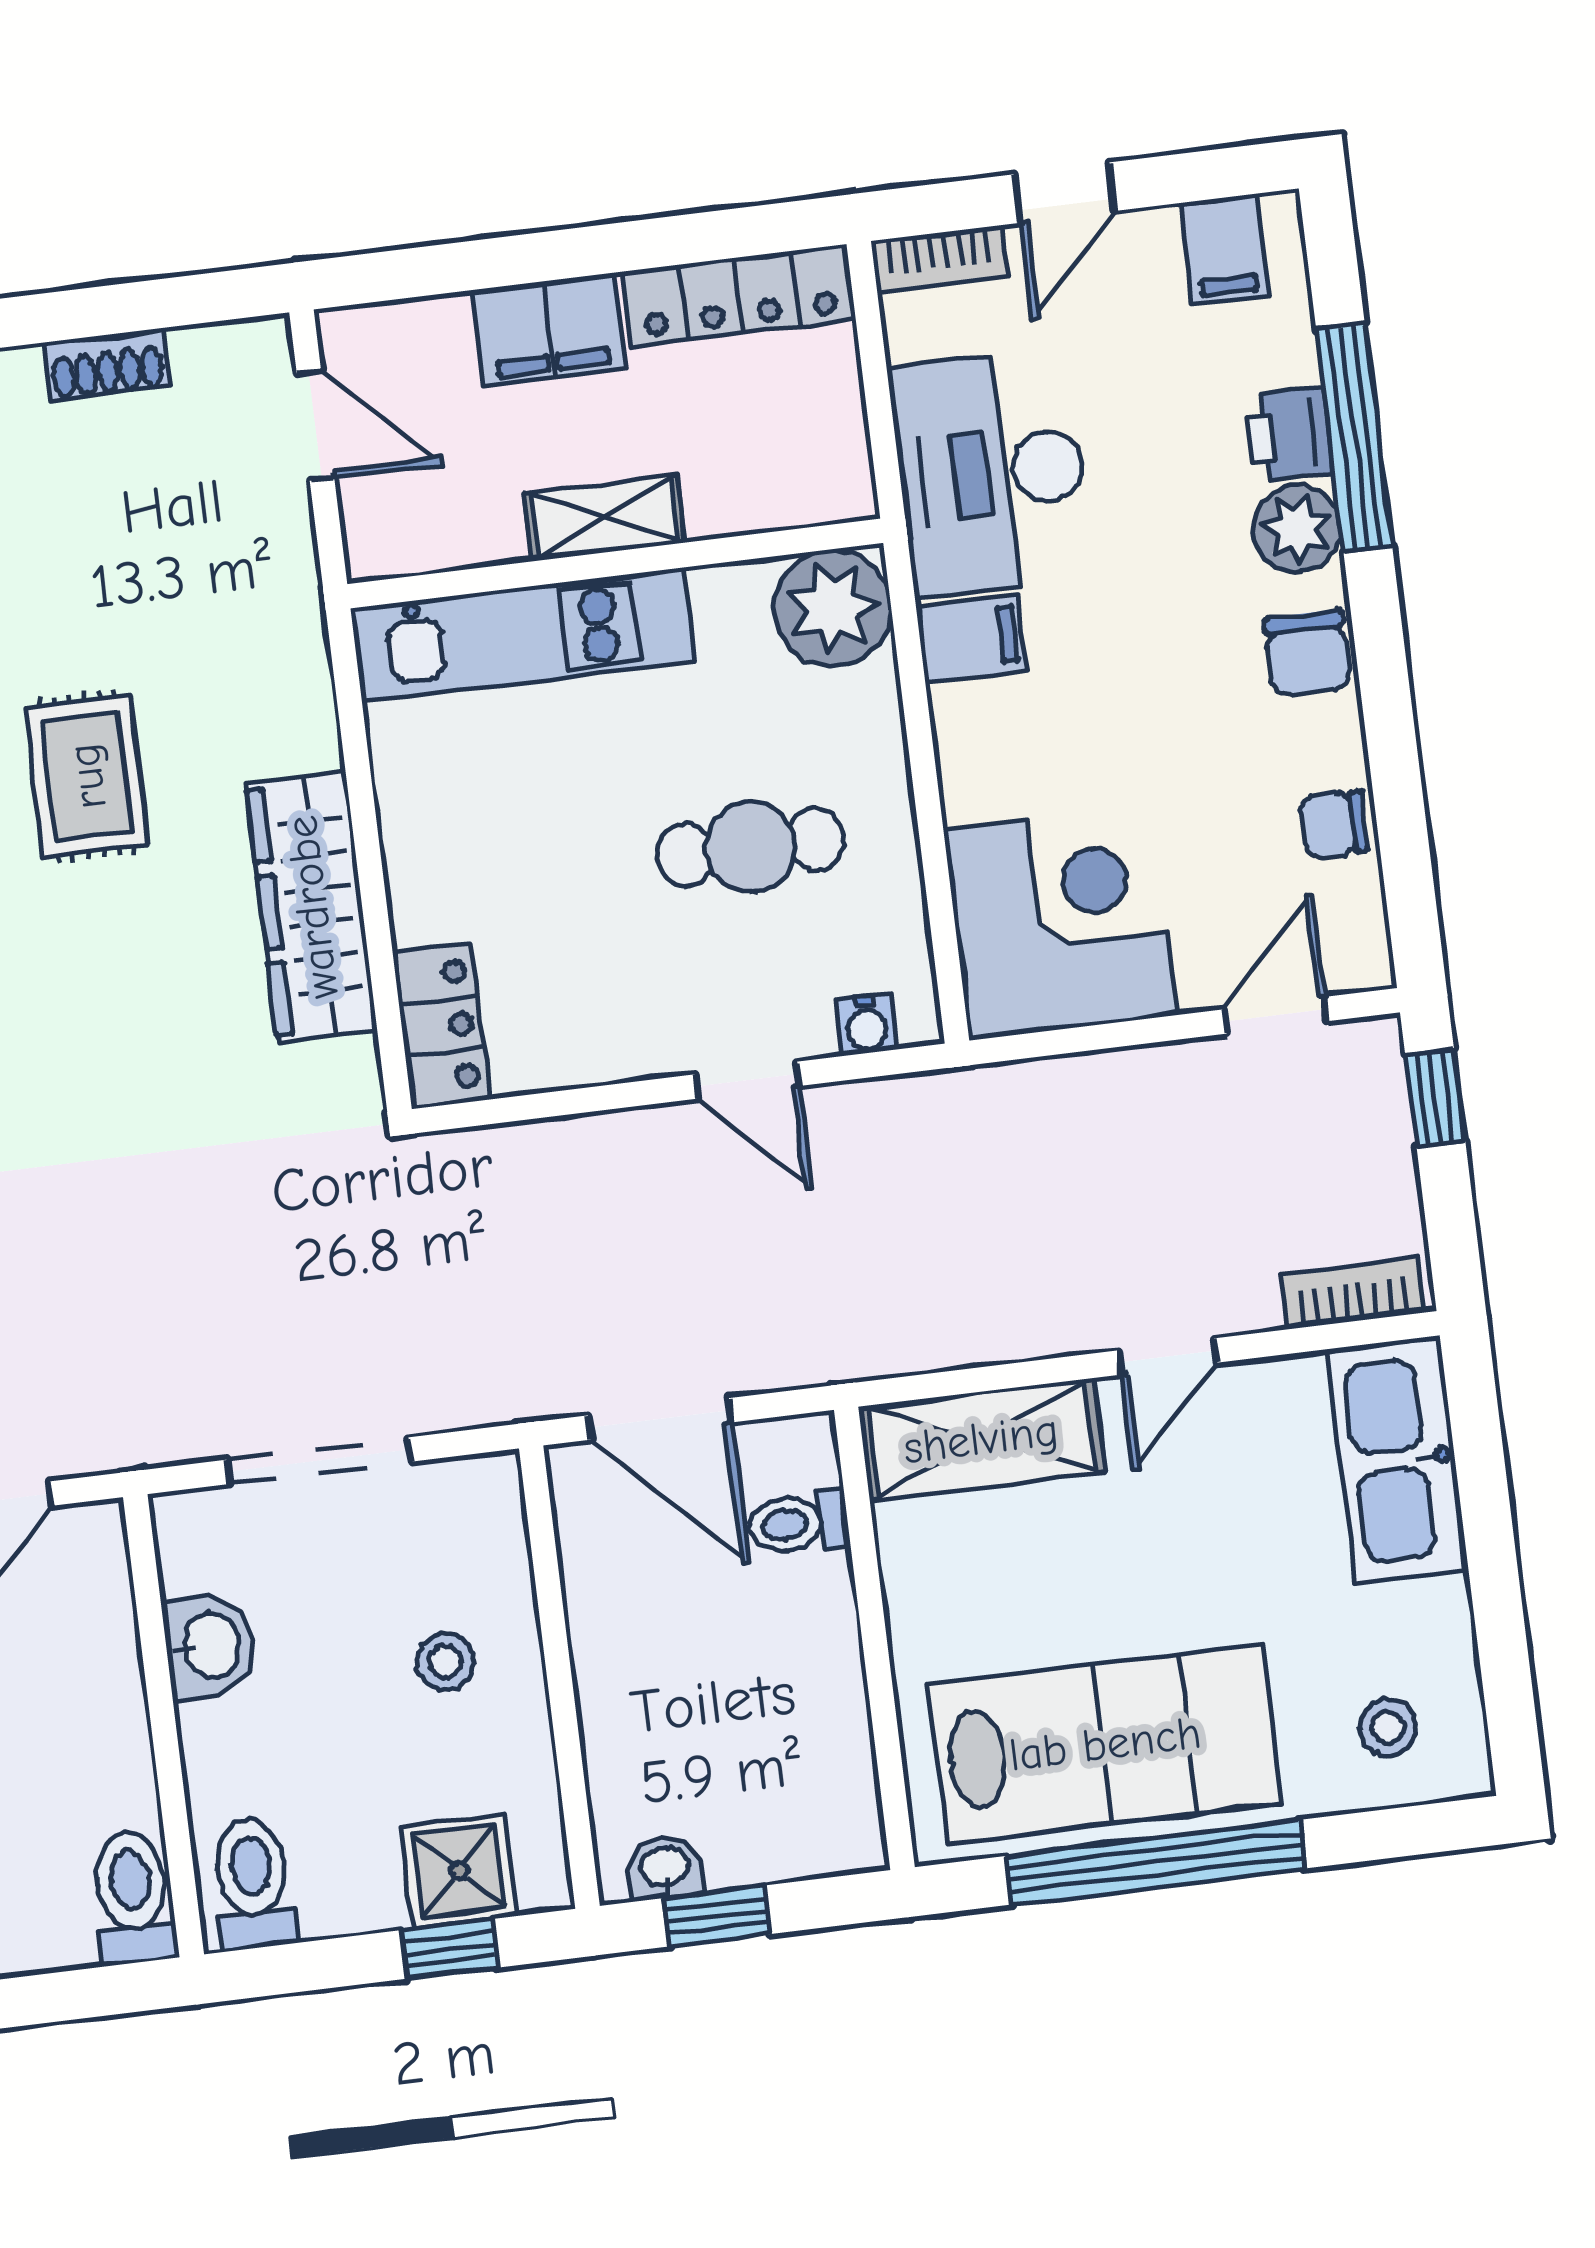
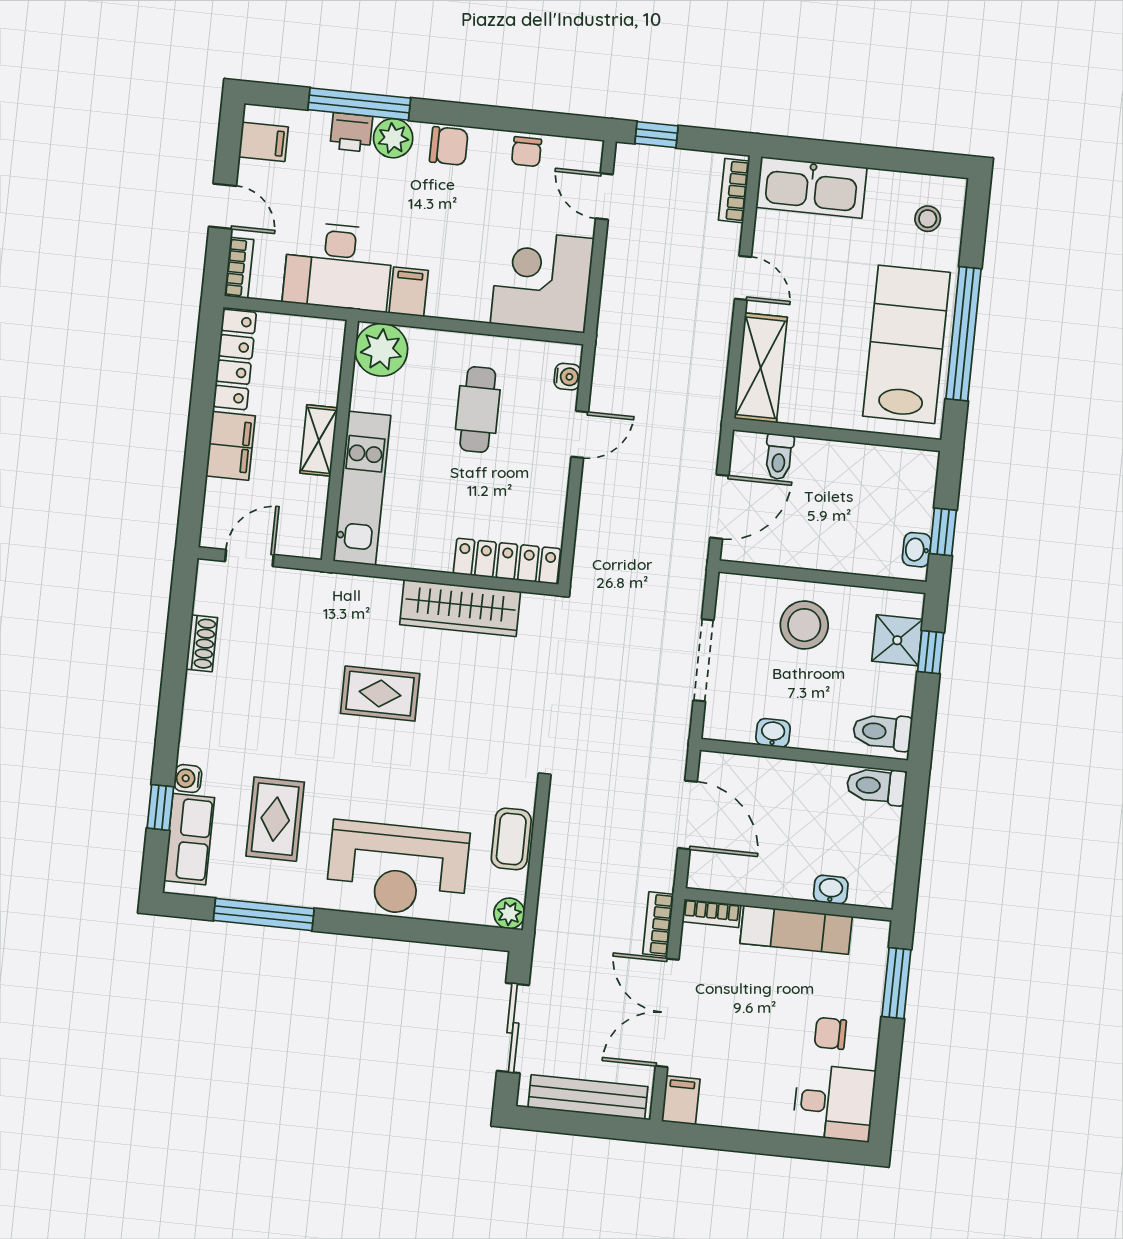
locker: (442, 1026) -> (507, 561), width x1.53
washbasin: (210, 1646) -> (773, 733), width x0.72, depth x0.69
stool: (446, 1662) -> (804, 625), width x1.89, depth x1.89

